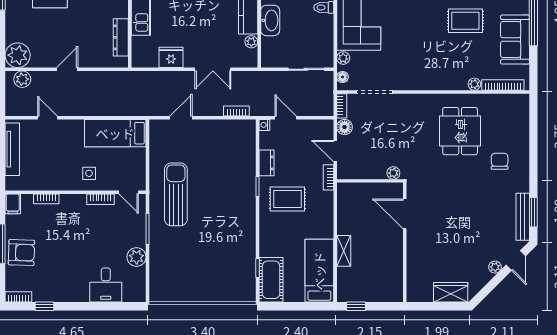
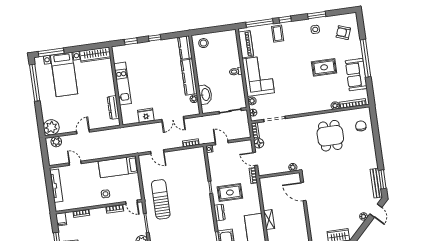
washbasin: (270, 20) -> (205, 95), moved
door: (181, 118) -> (157, 152), swing flipped
chair: (500, 161) -> (361, 126), moved
dresser: (266, 163) -> (220, 212), moved

